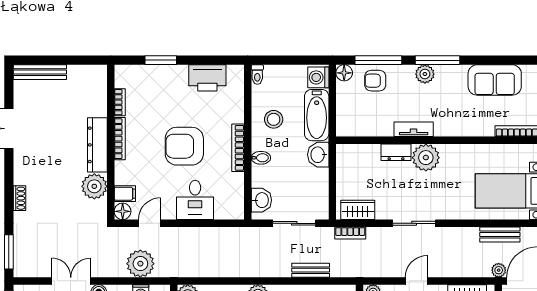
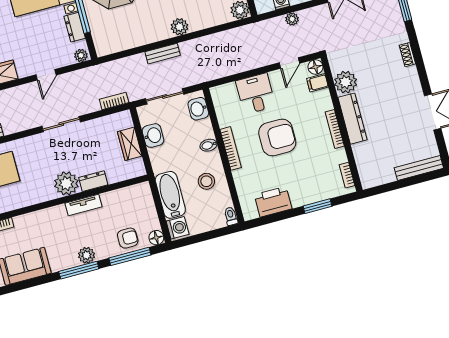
bookcase: (120, 102) -> (347, 175), moved
washbasin: (318, 155) -> (153, 136), moved
wardrobe: (358, 210) -> (130, 144), moved, turned 90
plant: (140, 264) -> (292, 19), width x0.53, depth x0.53
bench: (311, 270) -> (163, 54), moved

